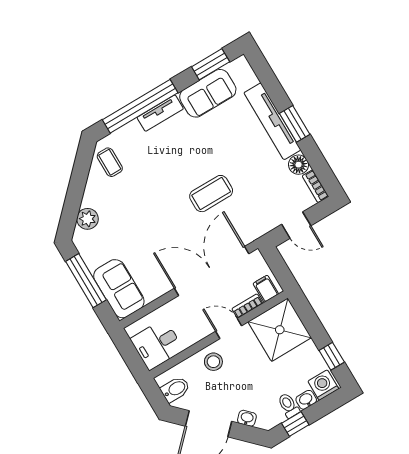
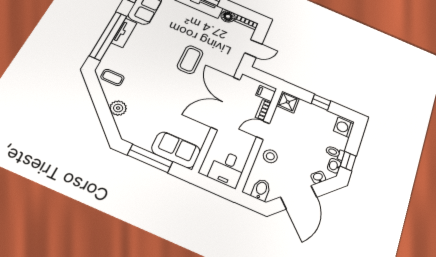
plant: (88, 219) -> (118, 108), moved
shower: (280, 330) -> (288, 102), width x0.54, depth x0.54
window: (332, 356) -> (321, 102), moved
washbasin: (306, 400) -> (334, 166), moved

